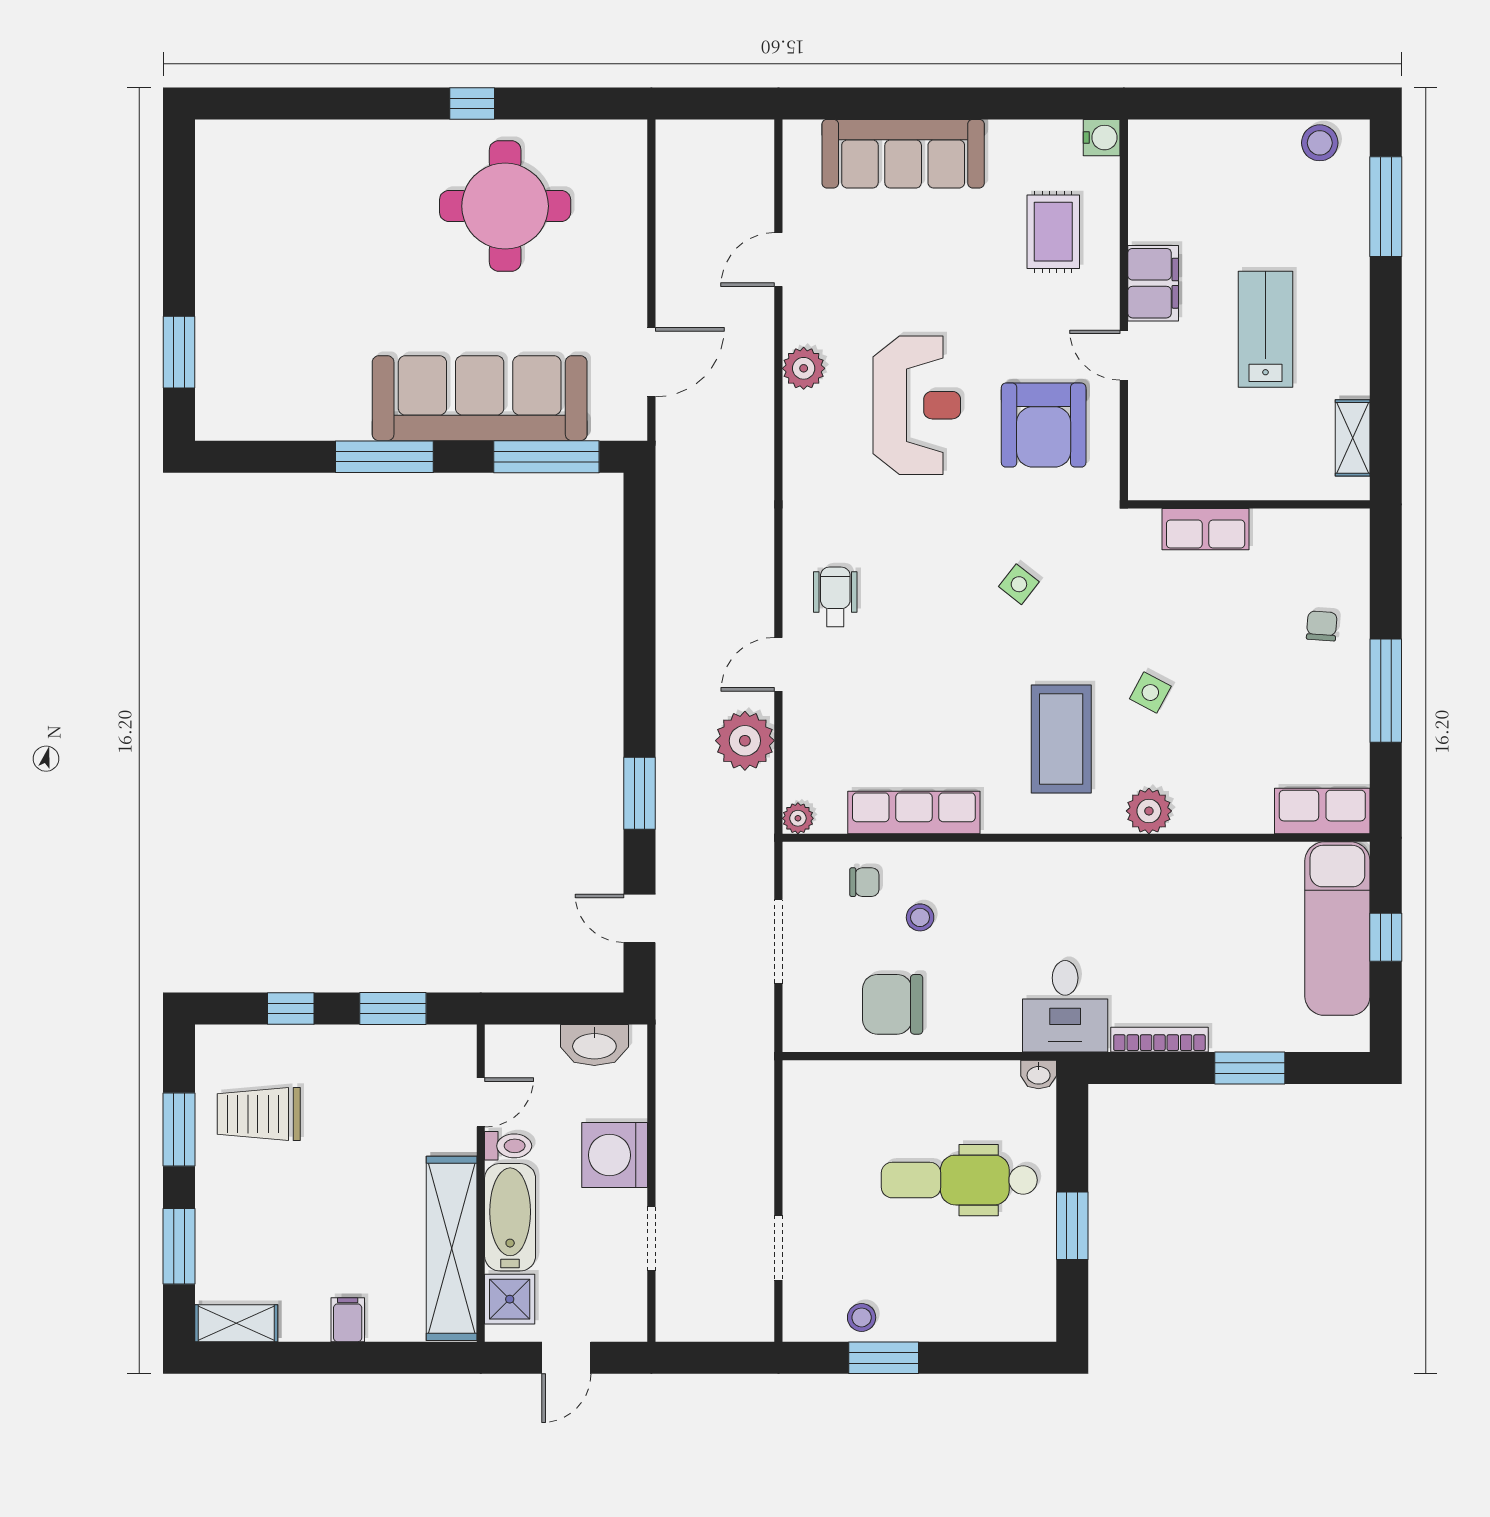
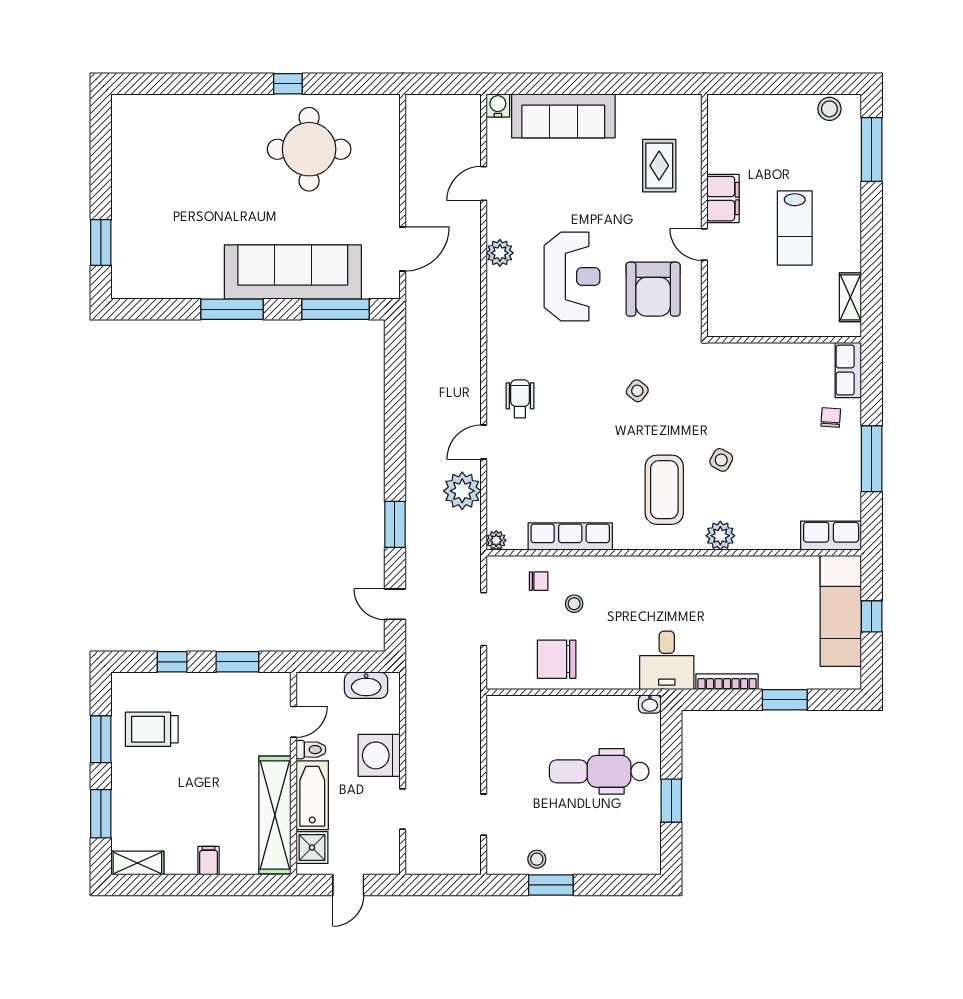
water cooler: (1102, 138) -> (498, 105), moved, turned -90
lab bench: (1265, 329) -> (795, 228), turned 180
row of seats: (1206, 529) -> (848, 370), moved, turned 90

